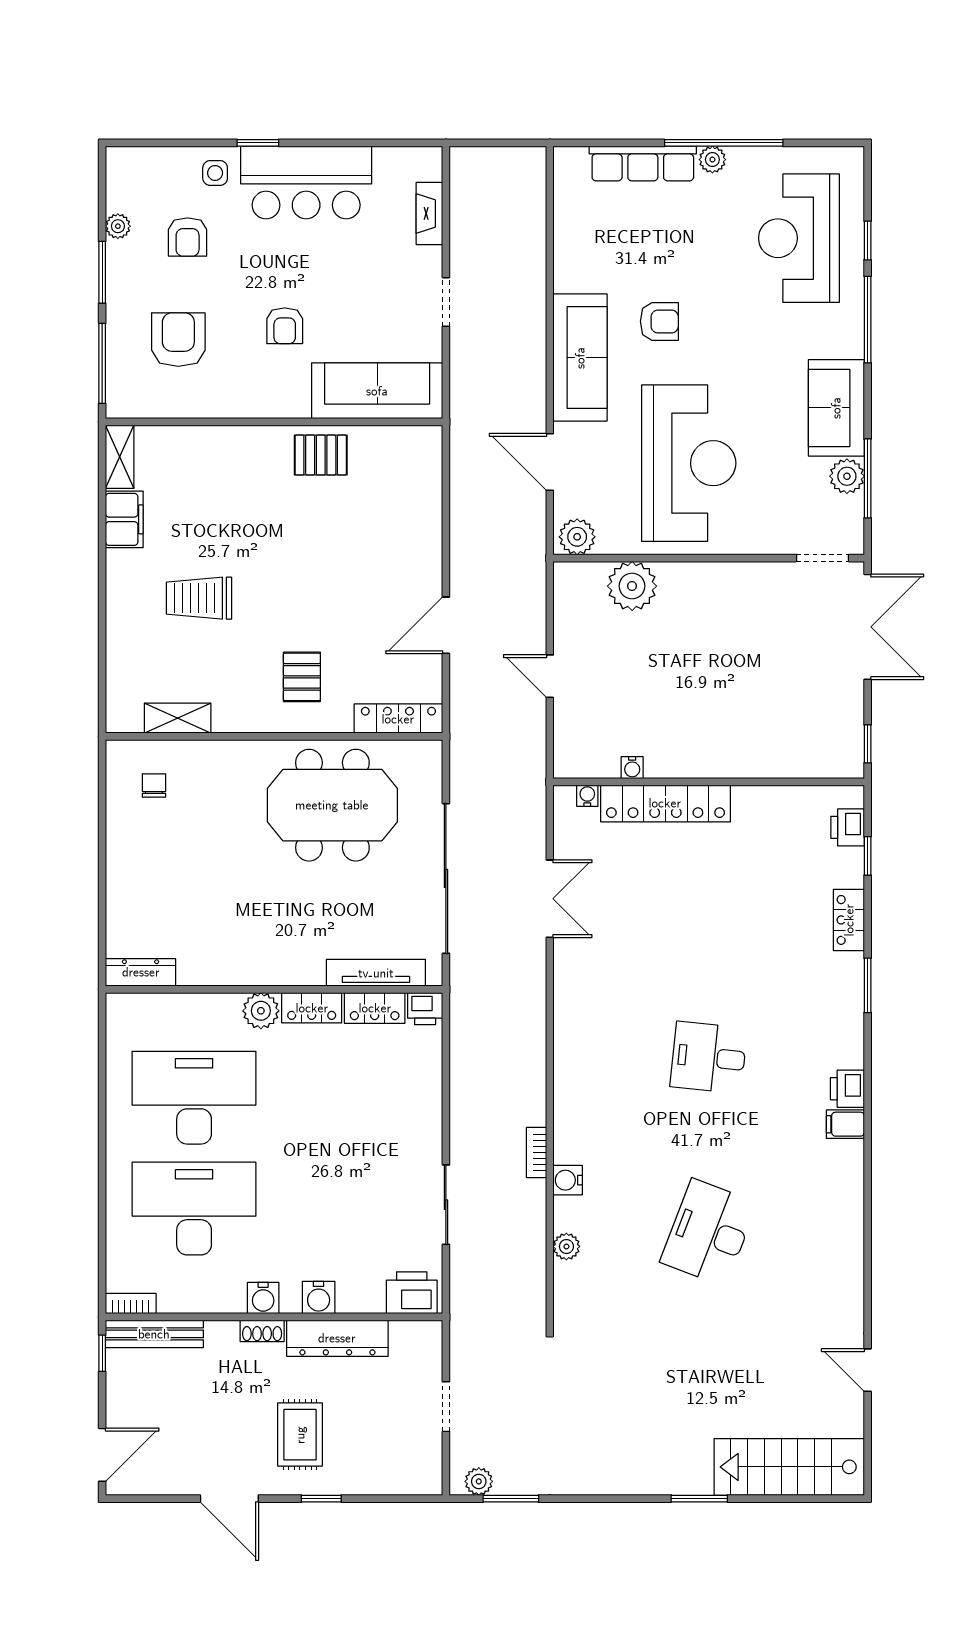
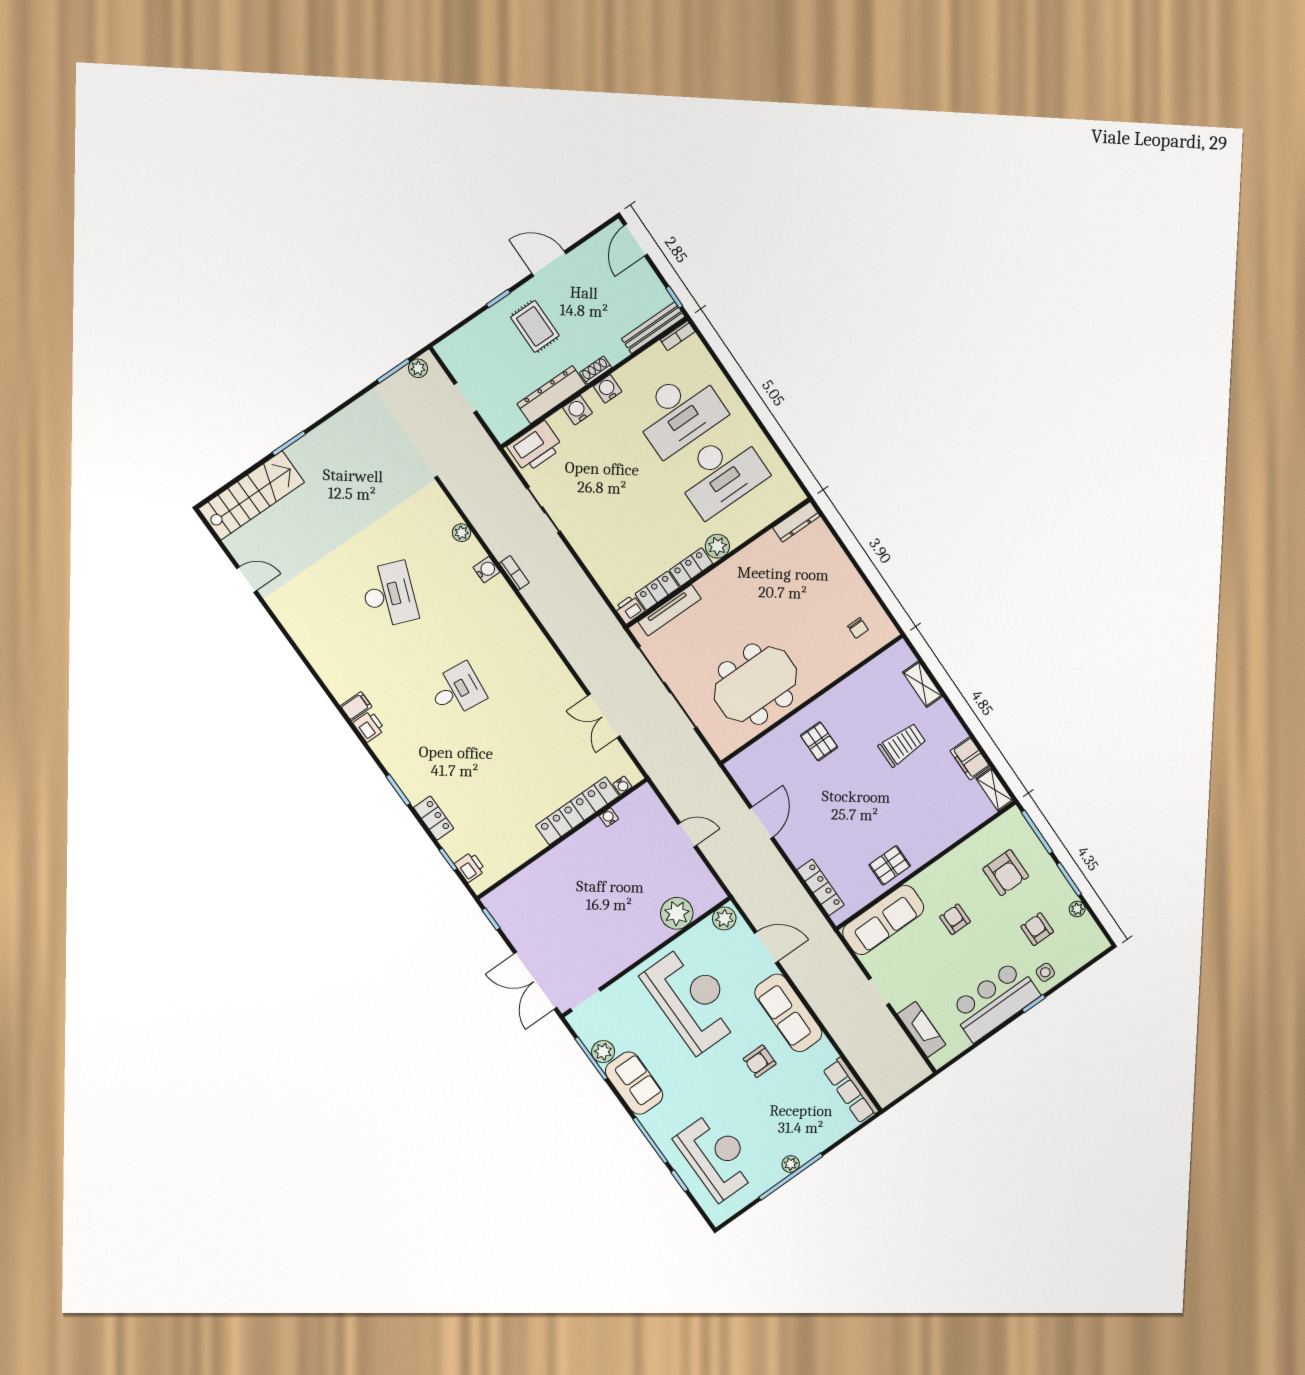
row of seats: (643, 164) -> (851, 1090), moved, turned -90
fireplace: (429, 213) -> (922, 1029), width x1.37, depth x1.32
reception desk: (689, 463) -> (692, 999), turned 180
shelving: (178, 718) -> (923, 684), moved, turned 90
locker: (398, 719) -> (821, 887), moved, turned -90
printer: (412, 1293) -> (535, 447), width x1.37, depth x1.19

